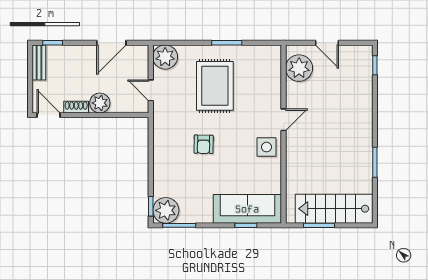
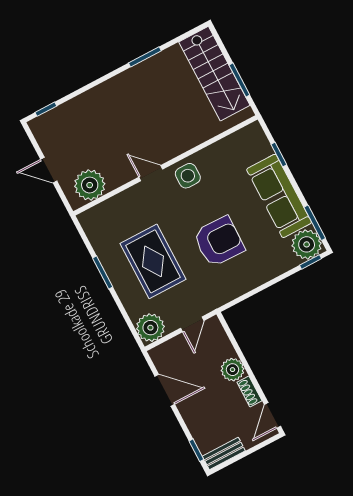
door: (327, 43) -> (49, 170), swing flipped
rug: (215, 86) -> (153, 261), turned 90
armchair: (204, 144) -> (219, 241), width x1.88, depth x1.88
sofa: (247, 209) -> (279, 196), moved

